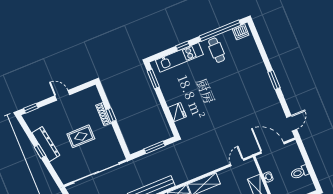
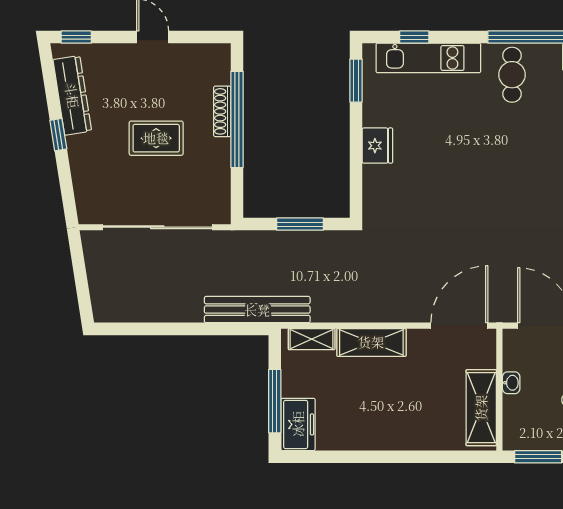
window: (183, 46) -> (414, 37), moved
fridge: (177, 112) -> (377, 146), moved
window: (111, 115) -> (237, 119), width x3.17
dresser: (46, 144) -> (72, 95), moved
door: (237, 162) -> (459, 326), width x1.88

